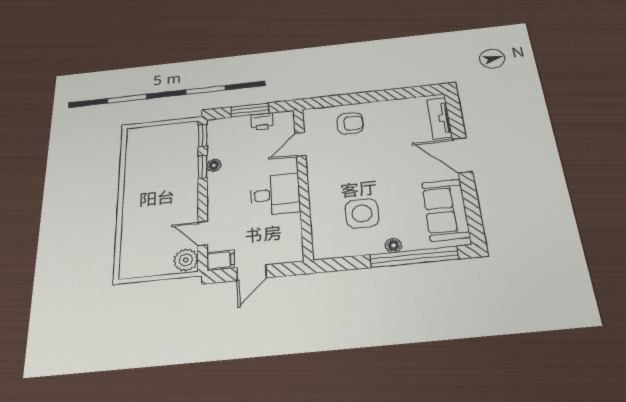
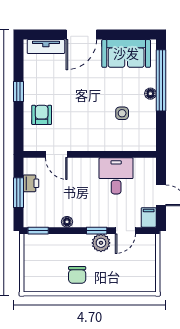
window: (377, 96) -> (18, 91), added
window: (203, 167) -> (97, 231), moved
chair: (145, 184) -> (77, 275), added
desk: (275, 194) -> (116, 176), moved
side table: (362, 213) -> (122, 113), width x0.54, depth x0.54
plant: (186, 260) -> (101, 243), moved

